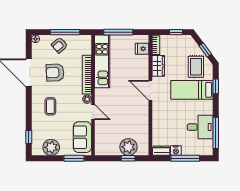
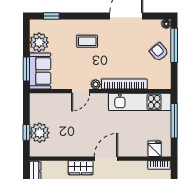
window: (65, 32) -> (174, 45), moved
wardrobe: (158, 66) -> (81, 168), moved
armchair: (55, 72) -> (127, 47), removed
sofa: (82, 137) -> (40, 71), moved, turned 90

